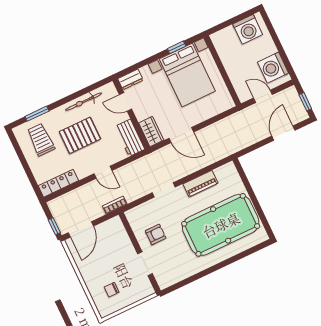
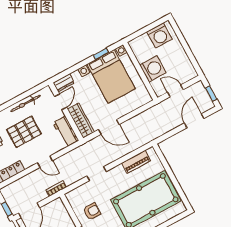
washing machine: (273, 68) -> (153, 69), moved, turned 180
door: (126, 102) -> (61, 102), swing flipped
wardrobe: (151, 132) -> (81, 121), width x1.50
piano: (201, 184) -> (136, 162), moved

